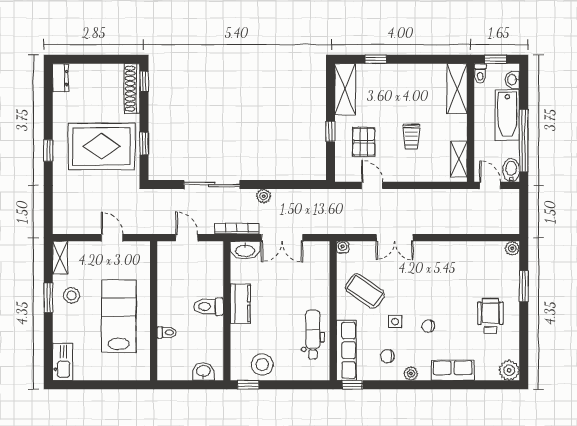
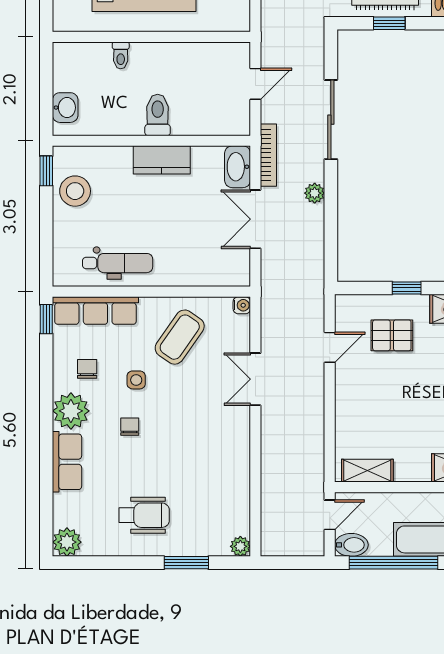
trolley: (411, 137) -> (399, 403), removed
plant: (411, 374) -> (71, 411), width x1.88, depth x1.88

